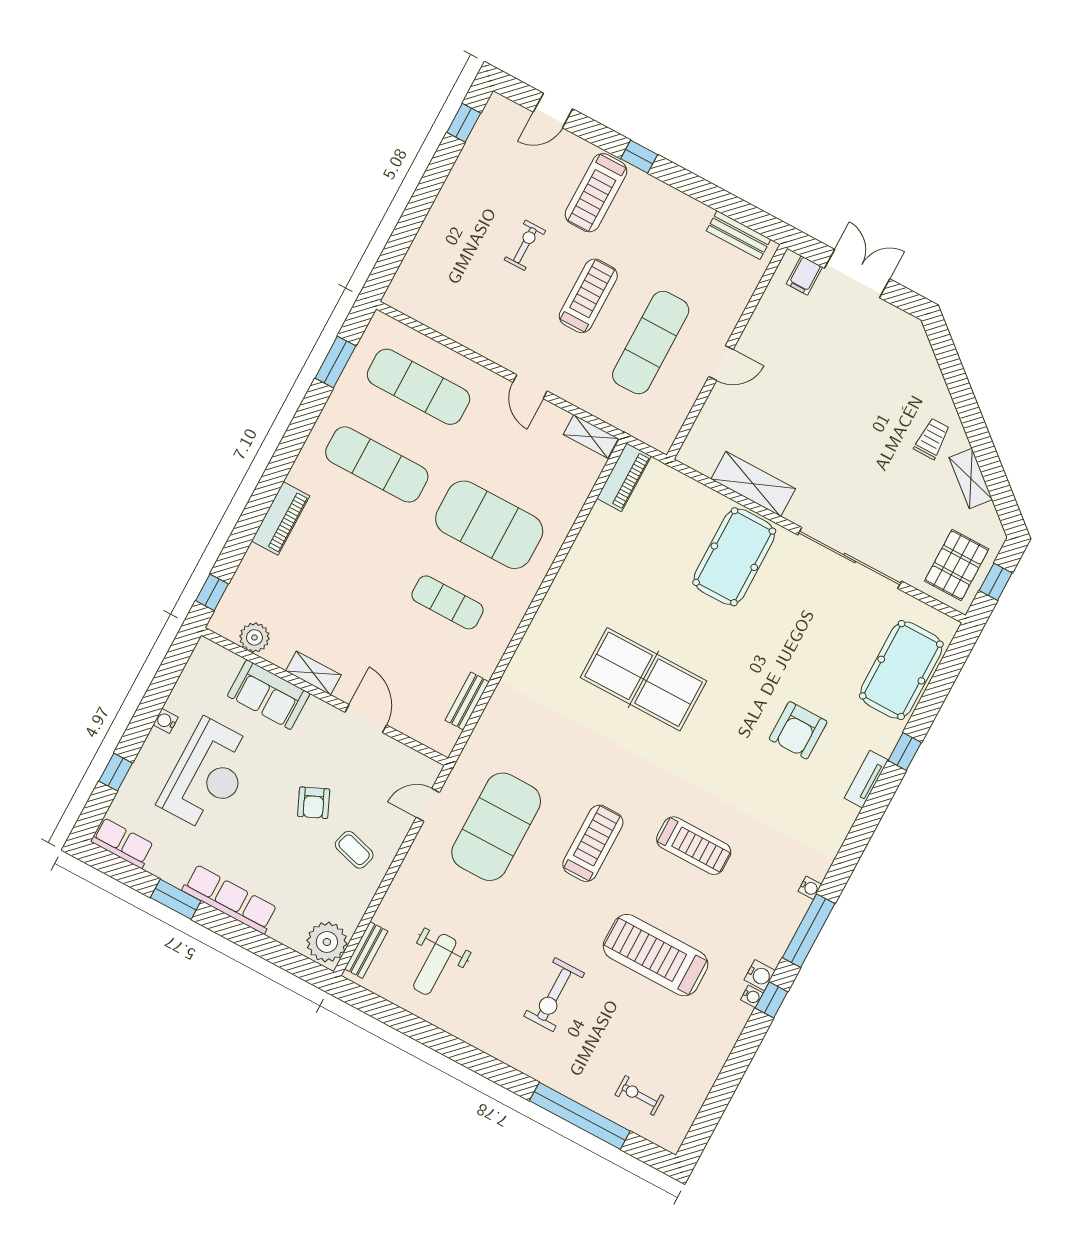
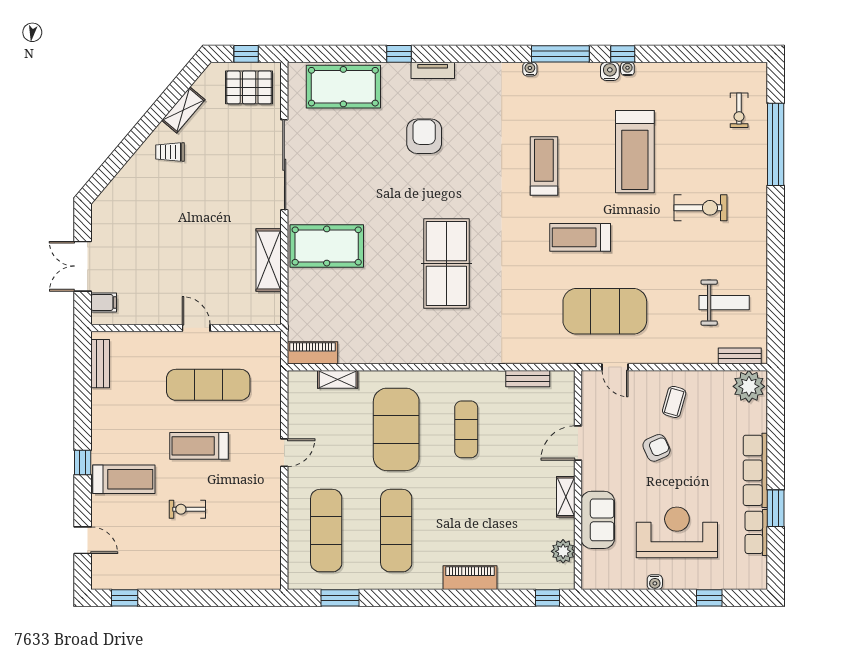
shelving: (591, 436) -> (338, 379), moved, turned 90
armchair: (798, 730) -> (424, 136), turned -90
row of seats: (123, 843) -> (756, 532), moved

